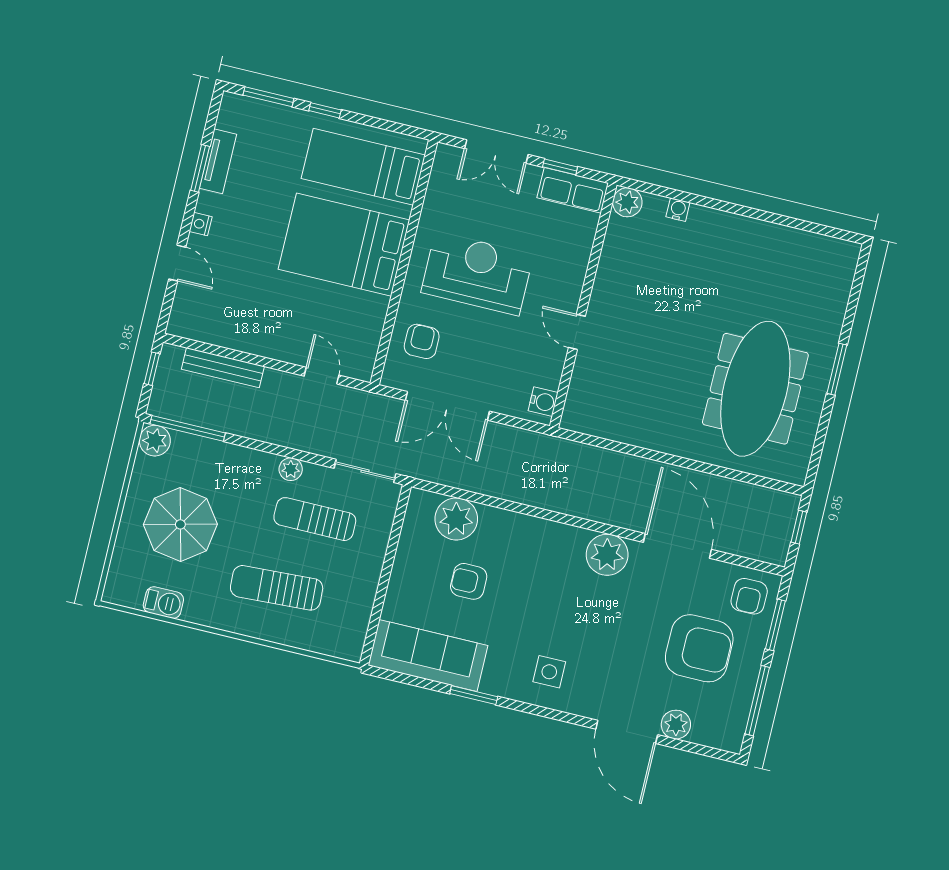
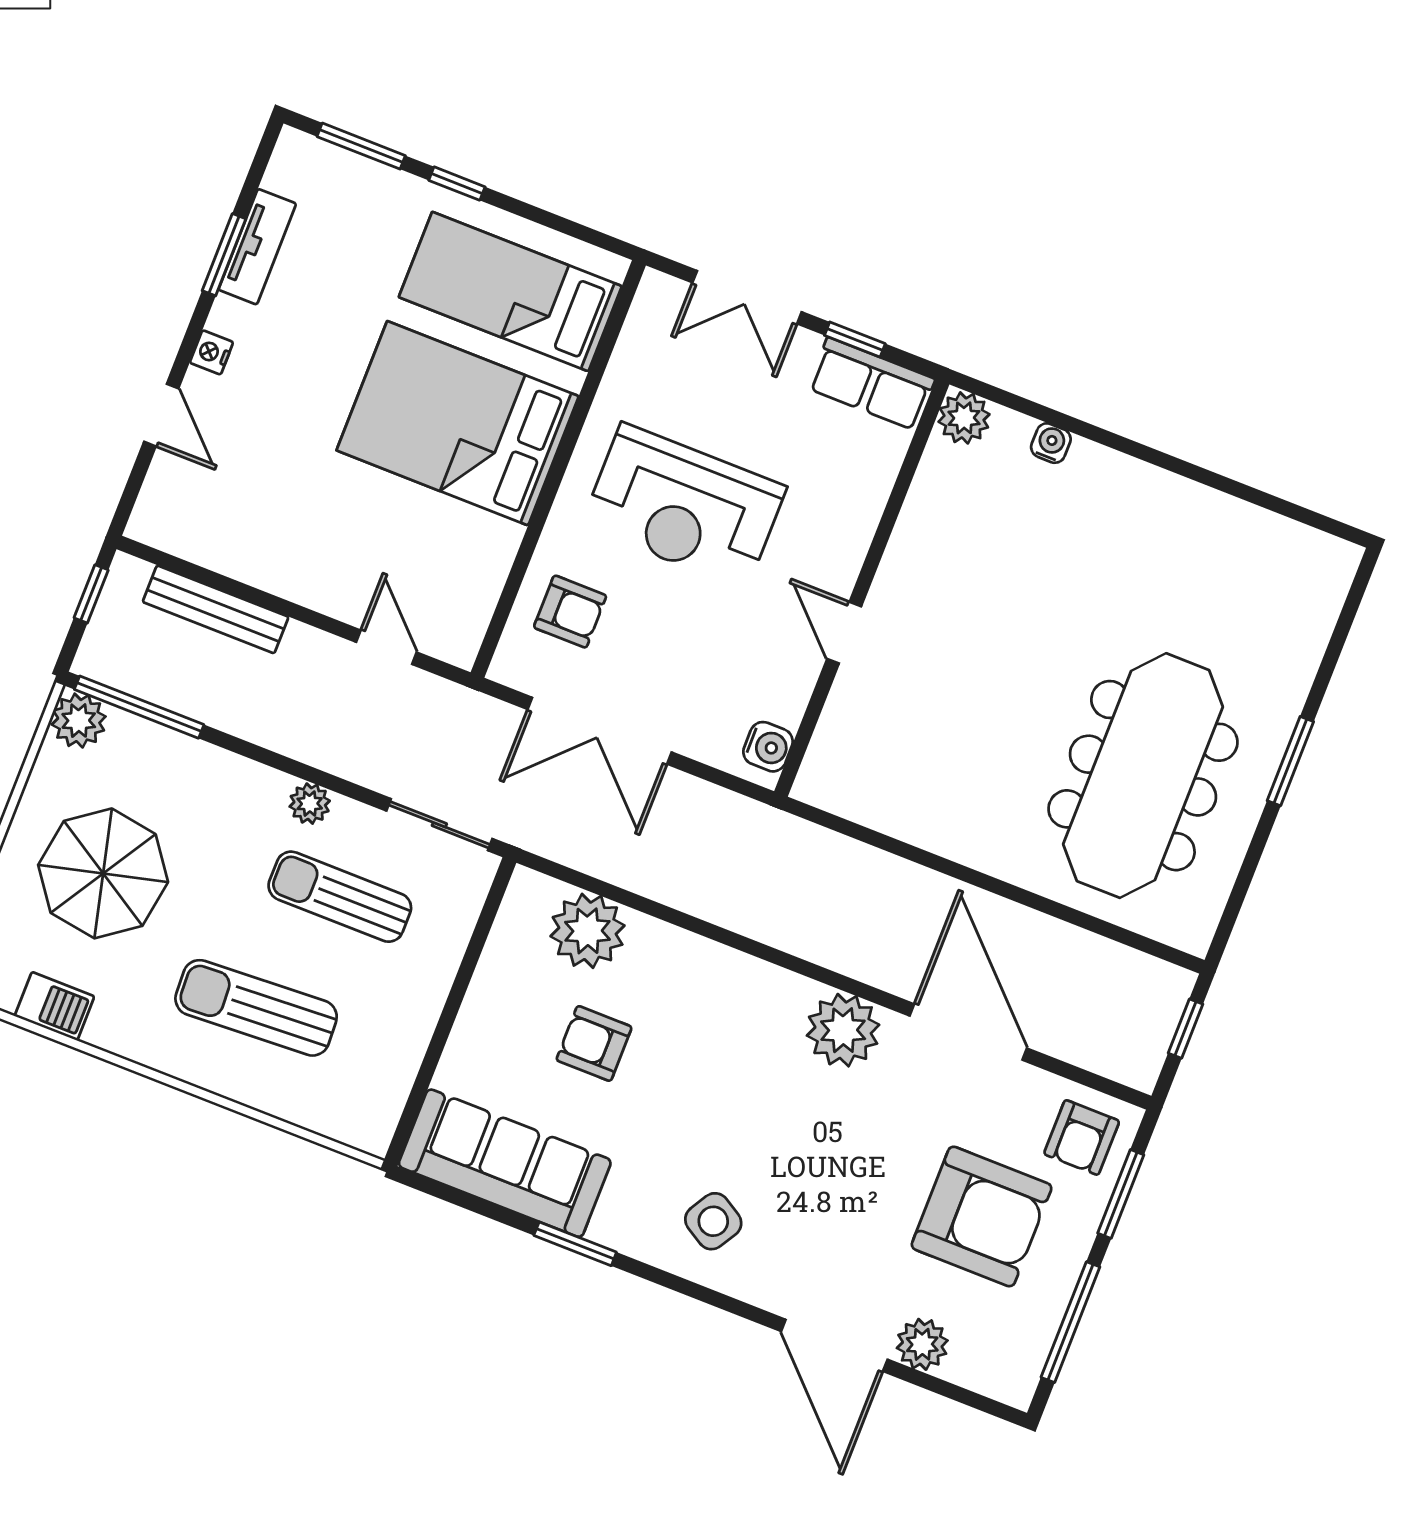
reception desk: (477, 274) -> (684, 506), turned 180
armchair: (422, 341) -> (570, 612), turned 90
side table: (549, 672) -> (713, 1221), turned 31

